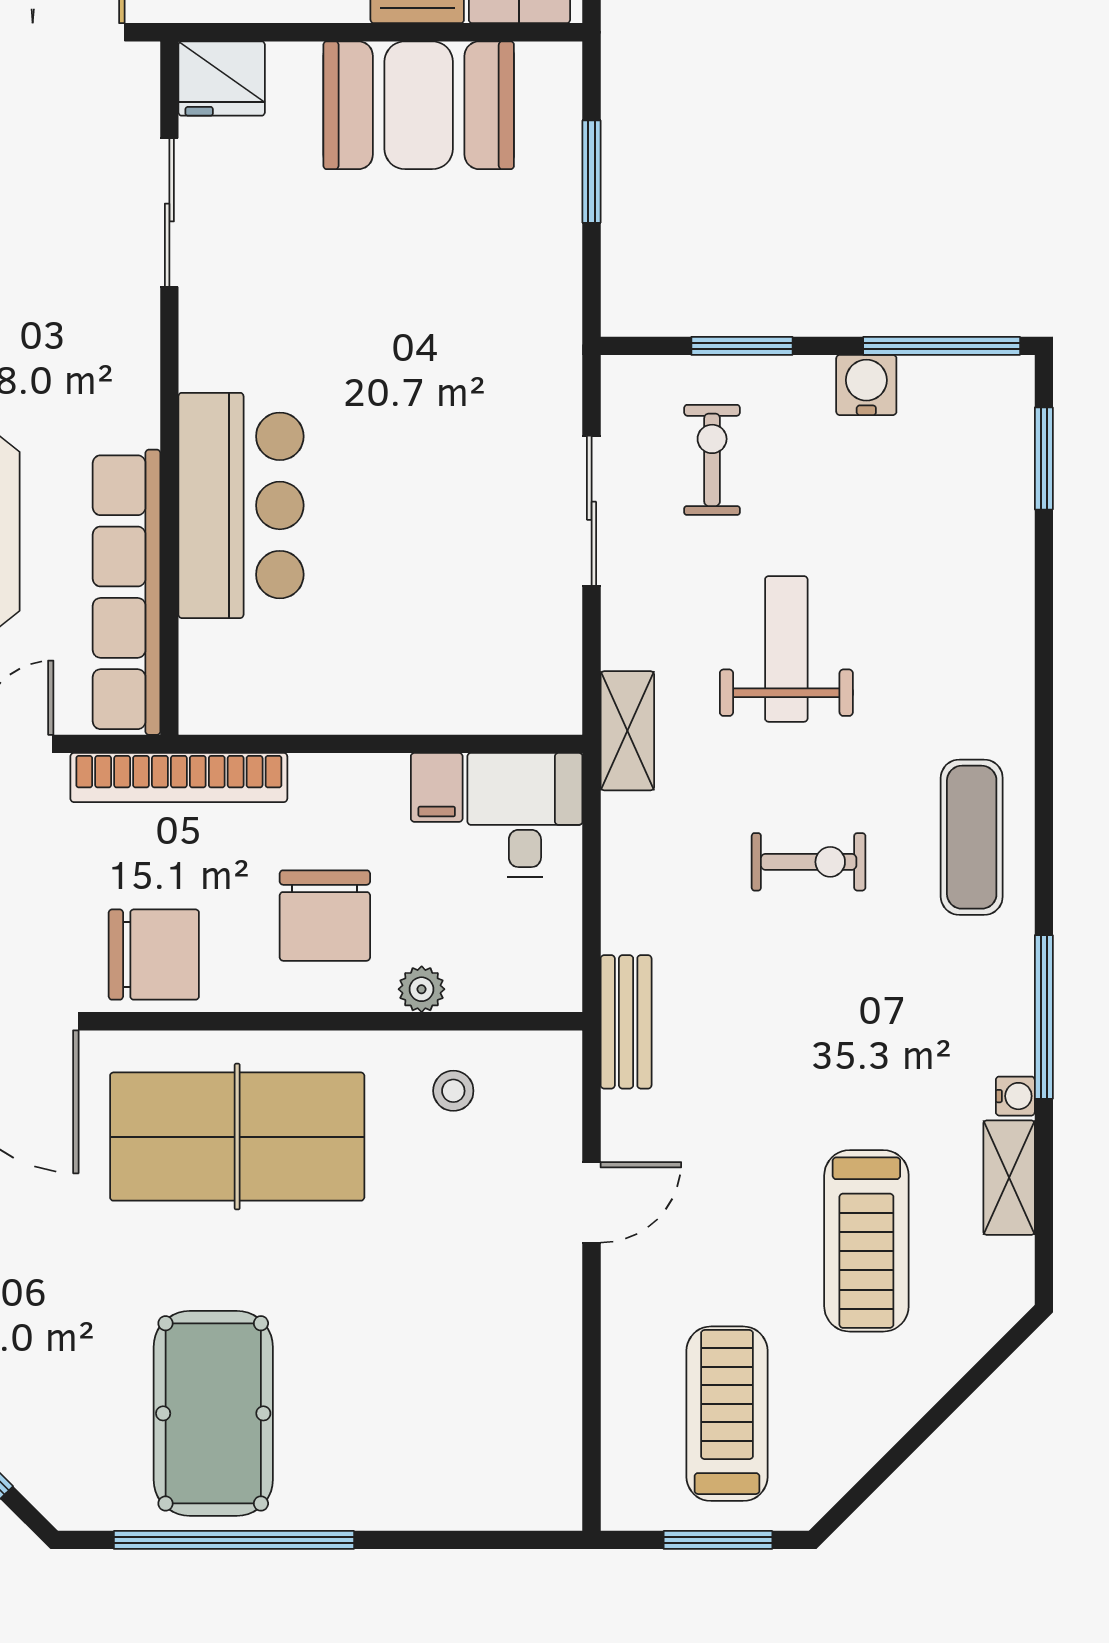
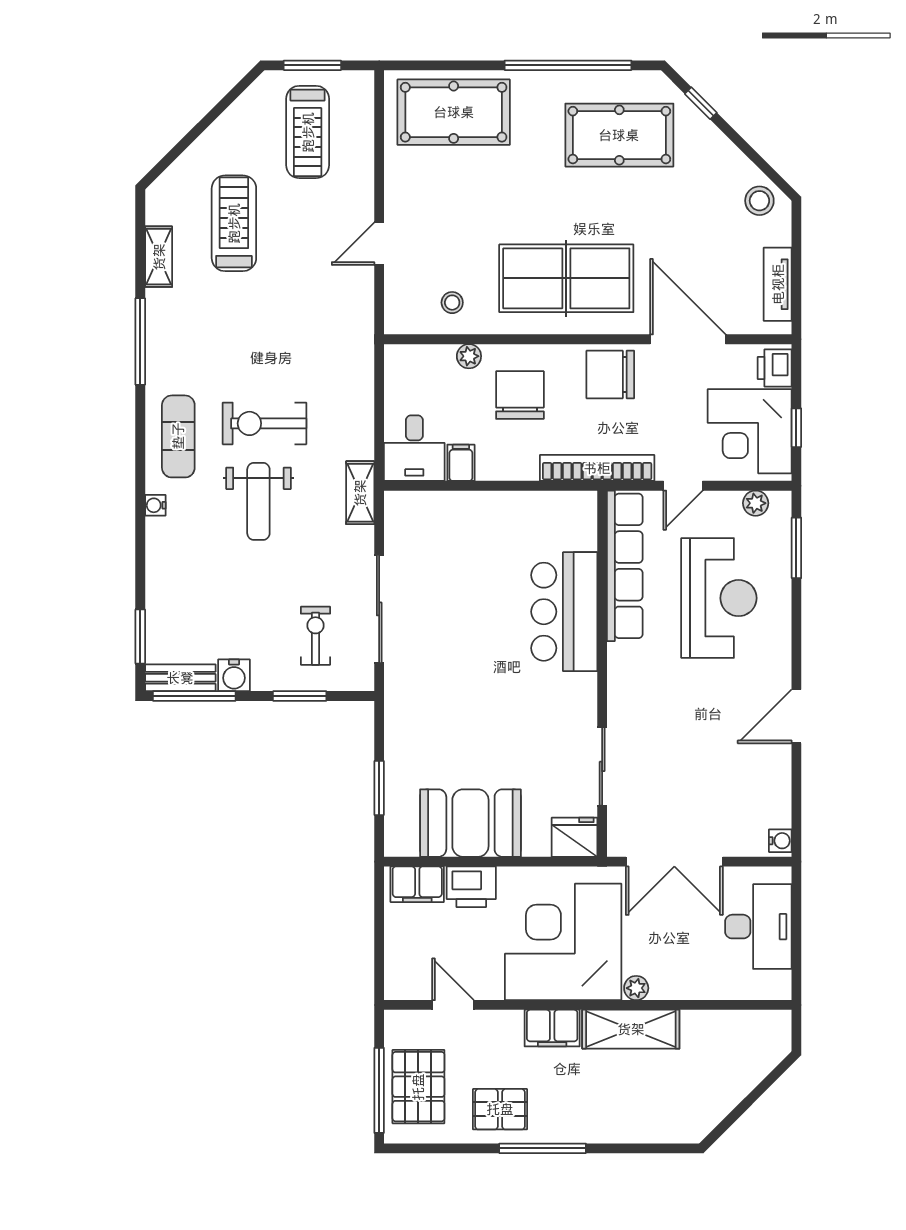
exercise bike: (712, 460) -> (315, 636), turned 180
sliding door: (592, 511) -> (379, 609), width x1.37
weight bench: (786, 649) -> (258, 501), moved
exercise bike: (809, 862) -> (264, 423), width x1.38, depth x1.39
bench: (626, 1022) -> (180, 678), moved, turned 90
water cooler: (1015, 1096) -> (155, 505), moved
pool table: (213, 1413) -> (619, 135), moved, turned 90
pool table: (451, 1451) -> (454, 112), added

